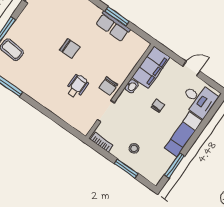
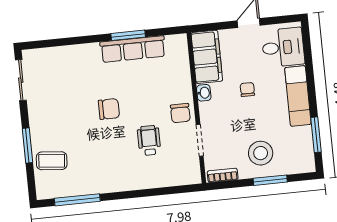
row of seats: (113, 26) -> (133, 49), width x1.48
stool: (134, 148) -> (261, 153), width x1.89, depth x1.89

